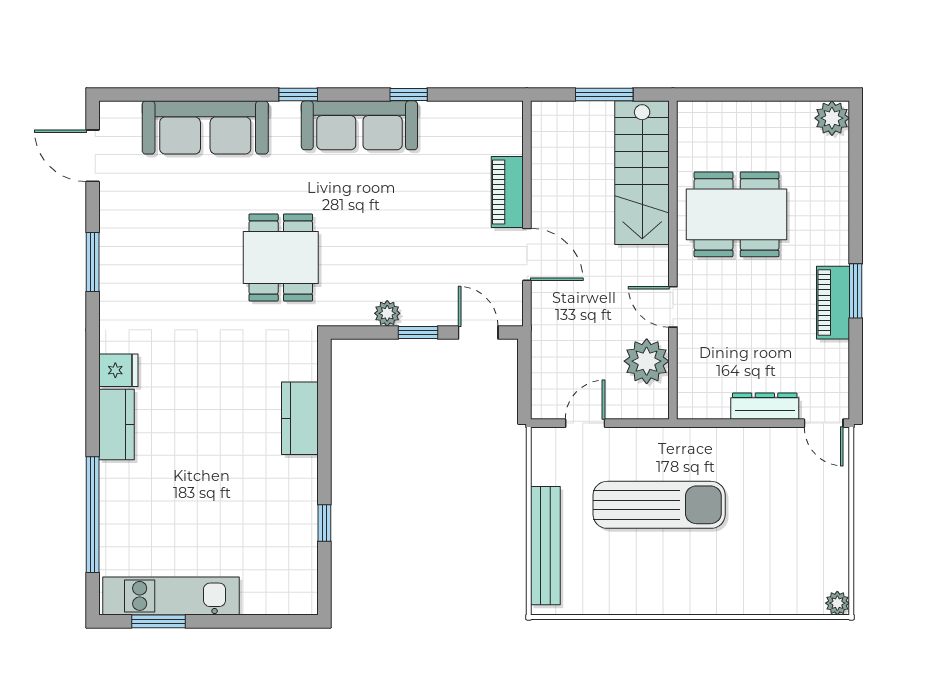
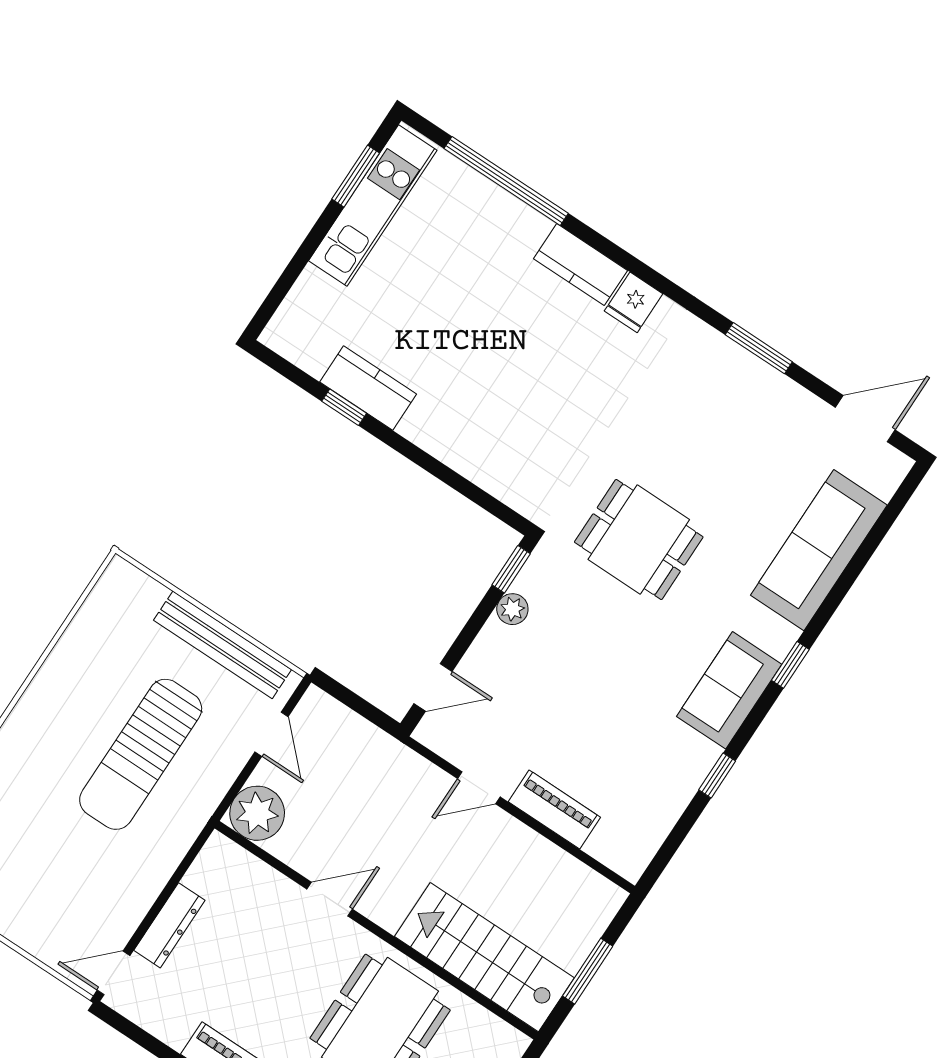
sofa: (359, 125) -> (729, 690), width x0.73
door: (527, 254) -> (479, 788), width x0.73
window: (418, 332) -> (511, 569), moved
plant: (647, 361) -> (257, 813), moved
kitchen counter: (300, 418) -> (368, 388), moved
bench: (545, 546) -> (223, 645), moved

